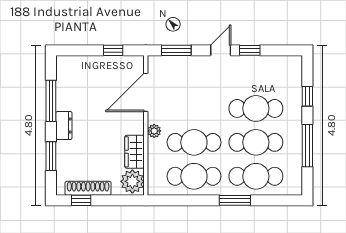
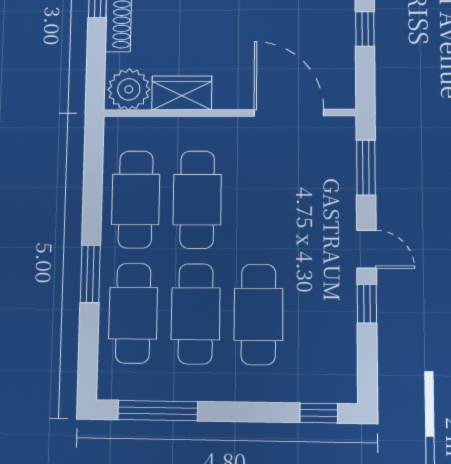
window: (113, 50) -> (365, 29), moved
window: (307, 96) -> (319, 413), moved
plant: (154, 131) -> (219, 128), removed
window: (307, 146) -> (158, 411), moved

